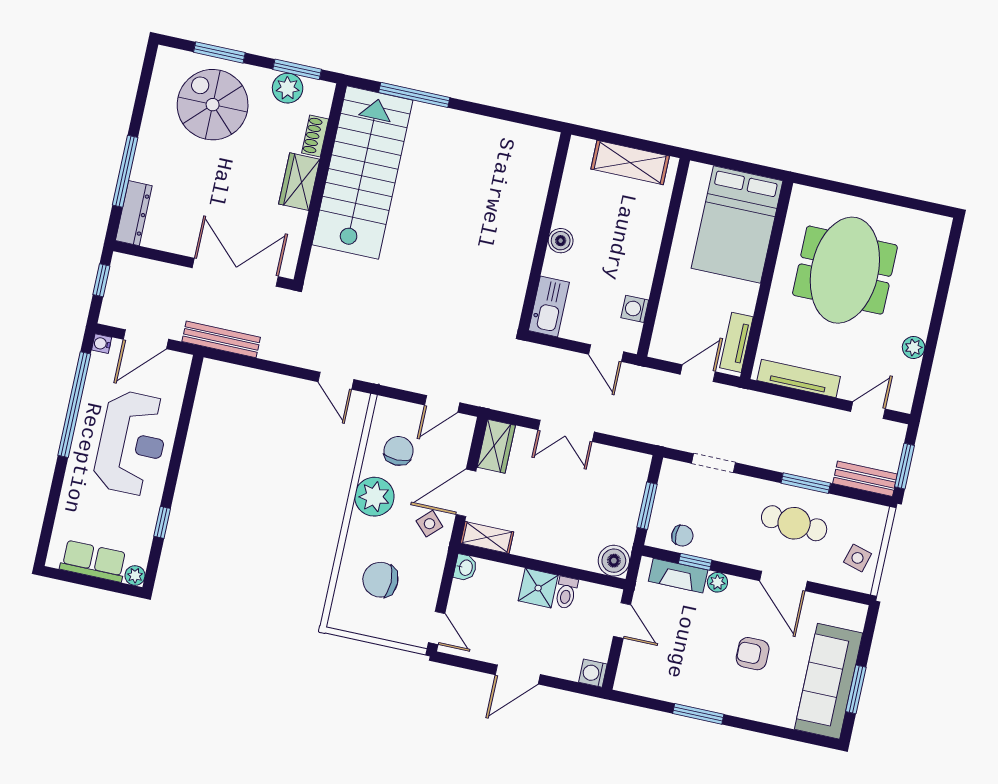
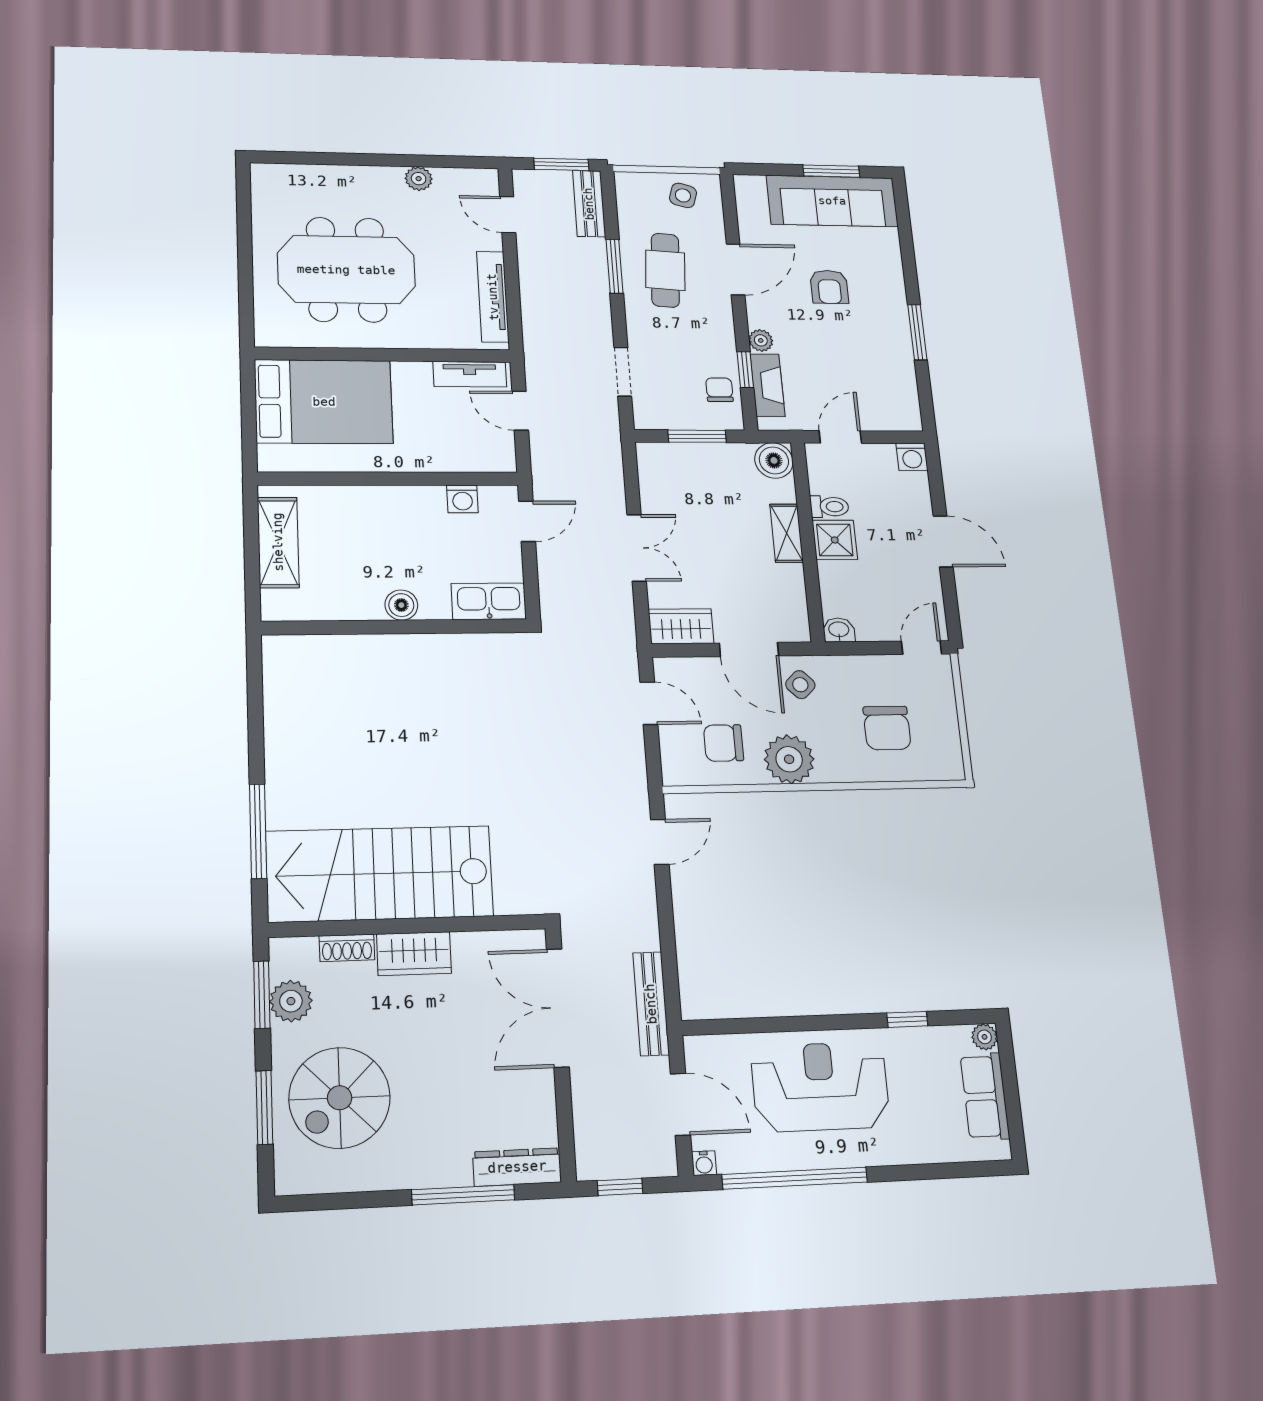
shelving: (487, 537) -> (787, 533), moved

